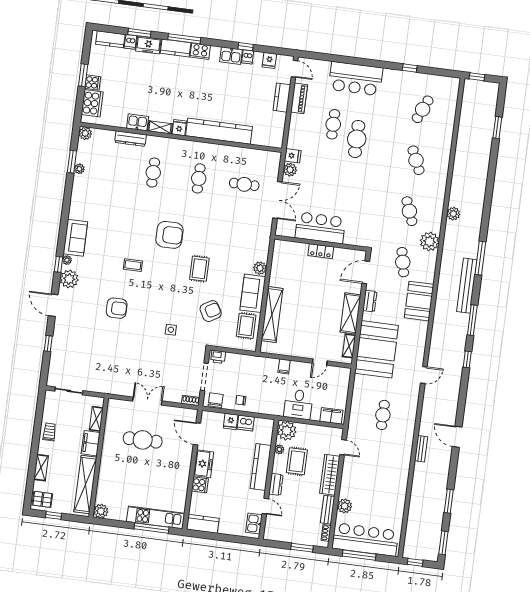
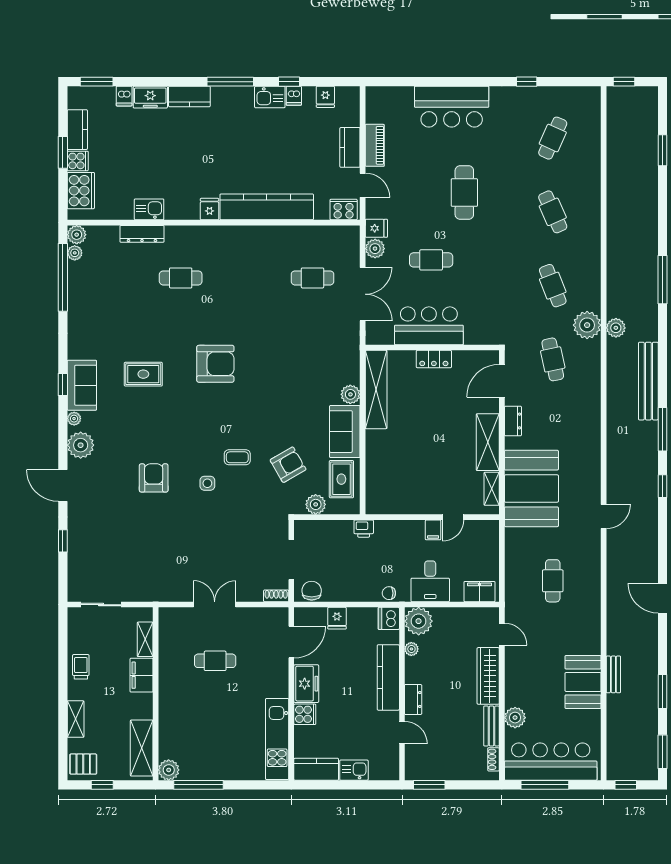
window: (139, 33) -> (97, 82), moved
kitchen counter: (110, 39) -> (77, 130), moved, turned -90
window: (184, 39) -> (230, 82), moved
cooker: (200, 51) -> (344, 210), moved, turned 180
door: (294, 69) -> (363, 185), moved
cafe table: (333, 124) -> (431, 260), moved, turned 90
shelving: (160, 127) -> (182, 212), removed
window: (72, 162) -> (63, 277), width x2.11
plant: (79, 169) -> (75, 253), moved
cafe table: (153, 173) -> (181, 278), turned 90
cafe table: (199, 178) -> (247, 278), removed
plant: (453, 214) -> (616, 328), moved
window: (480, 258) -> (663, 280), moved
window: (59, 264) -> (63, 385), moved
coffee table: (133, 265) -> (237, 457), moved
rug: (199, 269) -> (143, 374), moved, turned 90
booth: (419, 301) -> (583, 682), moved
armchair: (117, 308) -> (154, 478), turned -90
shelving: (272, 315) -> (376, 390), moved
side table: (171, 330) -> (207, 483), moved
plant: (226, 341) -> (316, 504), added
printer: (218, 357) -> (364, 529), moved
filing cabinet: (284, 366) -> (433, 530), moved
chair: (241, 400) -> (389, 593), moved
dishwasher: (246, 423) -> (389, 618), moved, turned 90
door: (197, 434) -> (291, 642), swing flipped
cafe table: (143, 440) -> (215, 661), width x0.73, depth x0.74
bench: (421, 449) -> (613, 674), moved
rug: (297, 461) -> (439, 663), removed
shelving: (85, 484) -> (142, 748), width x0.68
kitchen unit: (156, 517) -> (277, 739), moved, turned -90
kitchen sink: (254, 524) -> (354, 770), moved, turned 90
window: (151, 528) -> (199, 785), moved
window: (302, 548) -> (429, 785), moved

